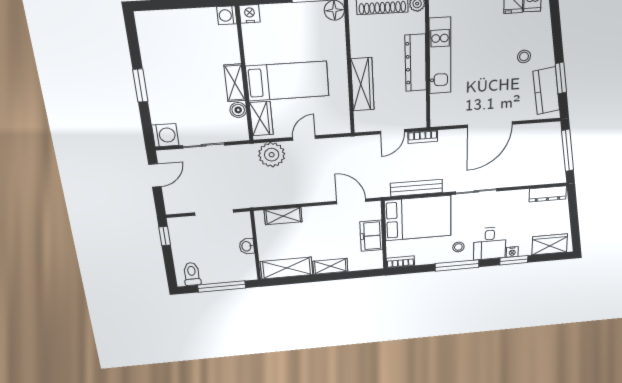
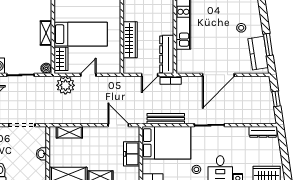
dresser: (416, 63) -> (167, 54), moved
boiler: (238, 110) -> (46, 68), moved
window: (568, 150) -> (276, 99), width x0.46

